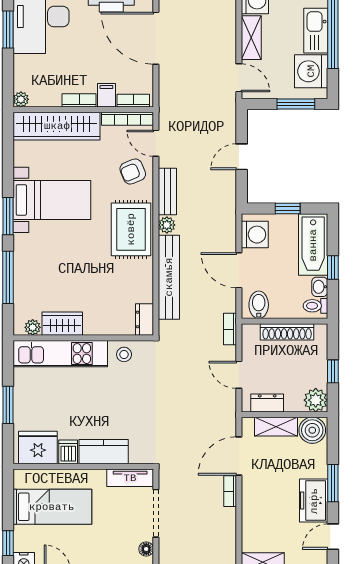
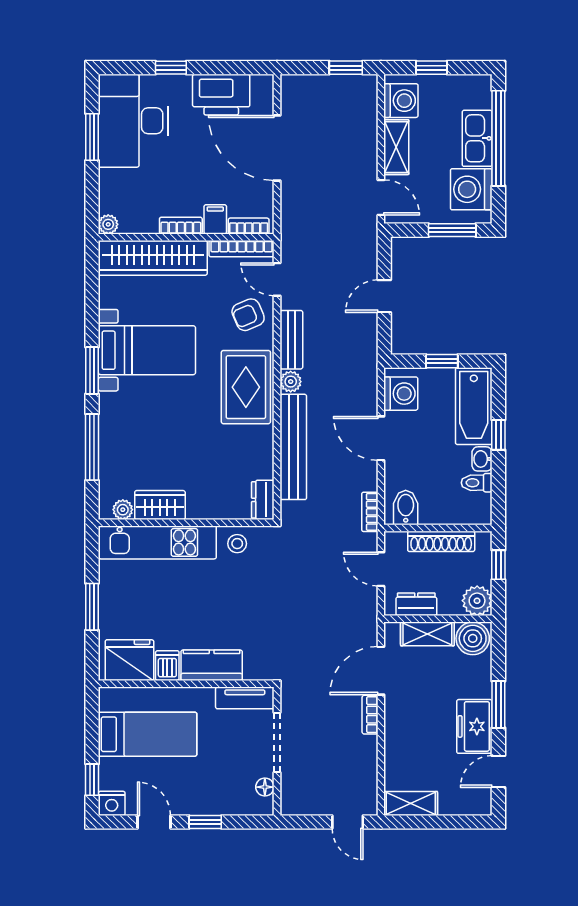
bidet: (259, 305) -> (406, 507), moved
wall: (285, 321) -> (438, 528), moved
shoe rack: (287, 332) -> (441, 541), moved

